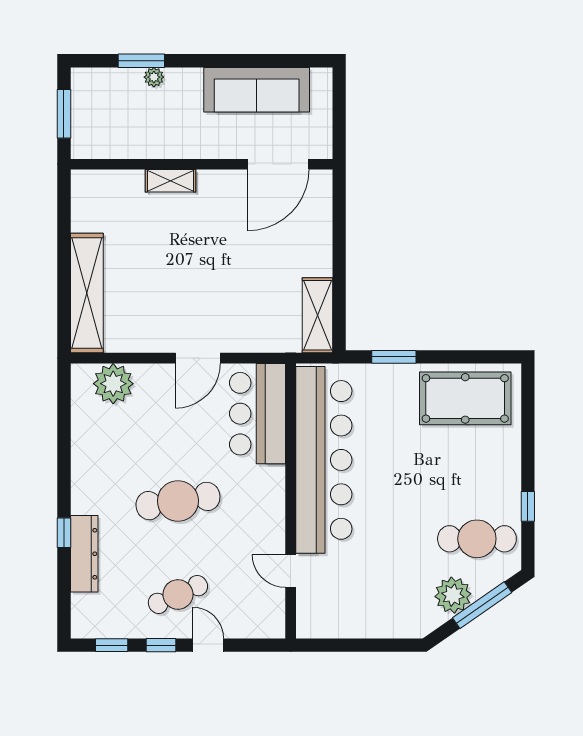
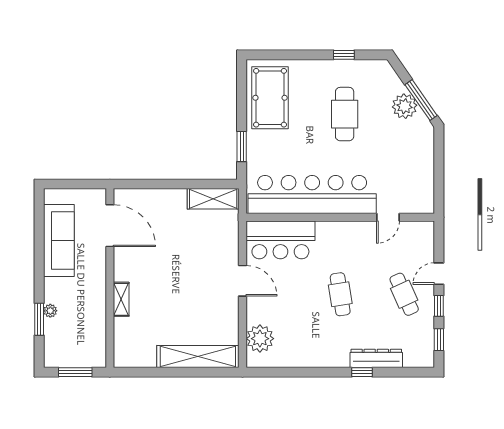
cafe table: (178, 501) -> (340, 294), width x0.73, depth x0.74
cafe table: (477, 539) -> (345, 114), moved
window: (482, 605) -> (421, 100), moved

